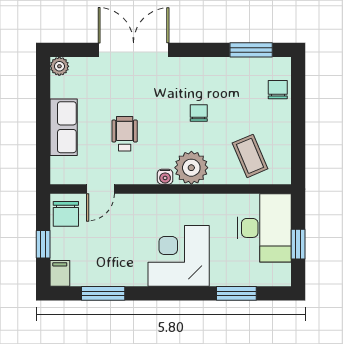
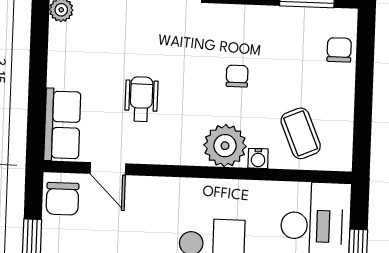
row of seats: (64, 127) -> (62, 125), moved
water cooler: (165, 177) -> (258, 158), moved
door: (100, 189) -> (108, 169), hinge flipped

